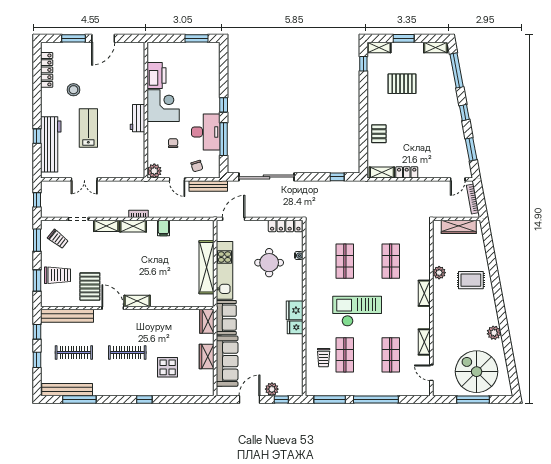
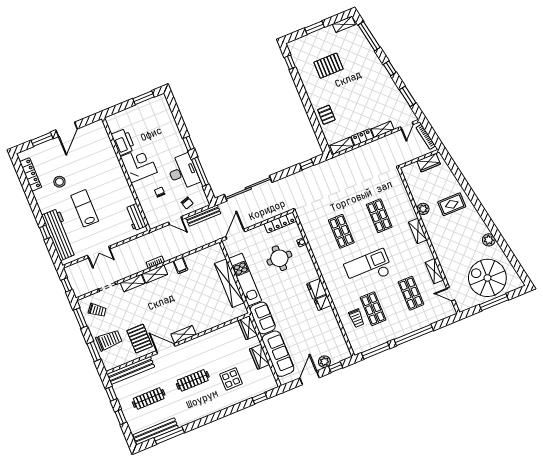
shelving: (379, 48) -> (383, 129), moved
workbench: (137, 118) -> (136, 217), moved
plant: (154, 171) -> (154, 221), removed
wardrobe: (459, 227) -> (429, 163), width x0.67
window: (144, 400) -> (260, 398), moved

